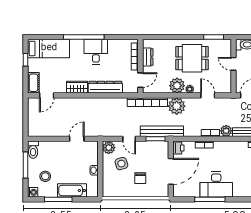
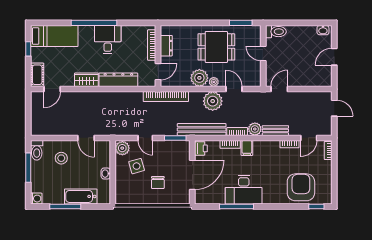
plant: (177, 106) -> (213, 101), moved
bench: (162, 131) -> (202, 129), moved
door: (77, 139) -> (86, 138), swing flipped
filing cabinet: (219, 148) -> (247, 148), added
stool: (45, 176) -> (61, 158), moved

